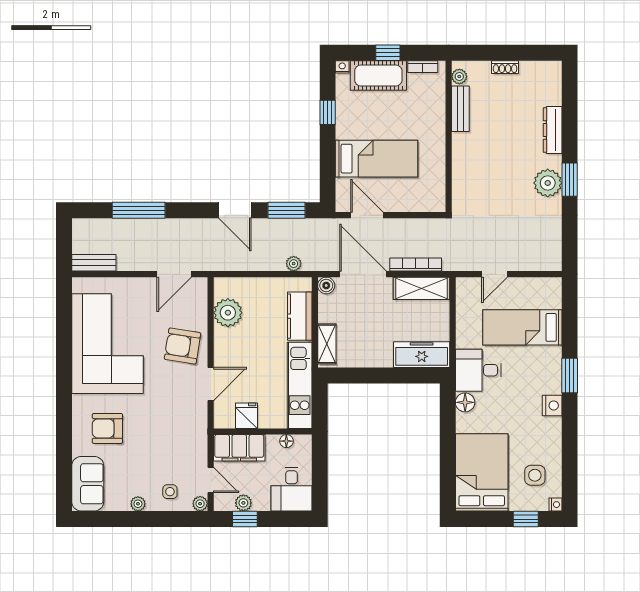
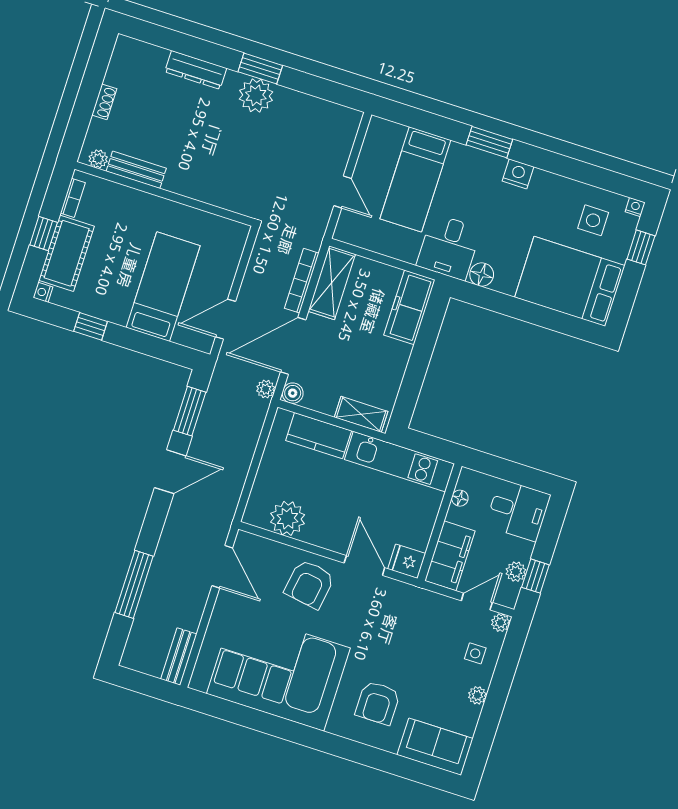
plant: (294, 264) -> (266, 389), moved
fridge: (246, 416) -> (407, 561), moved

